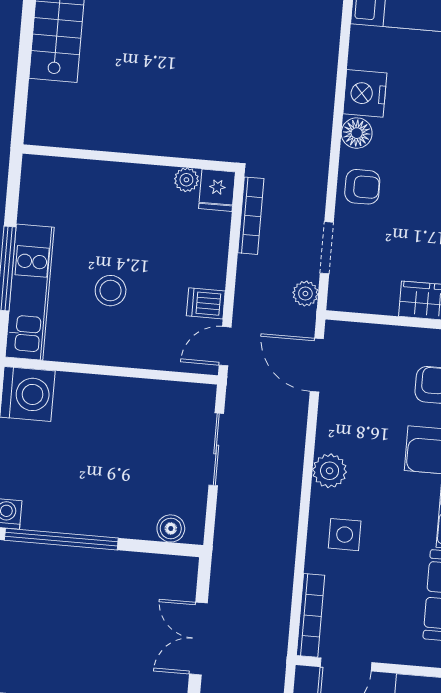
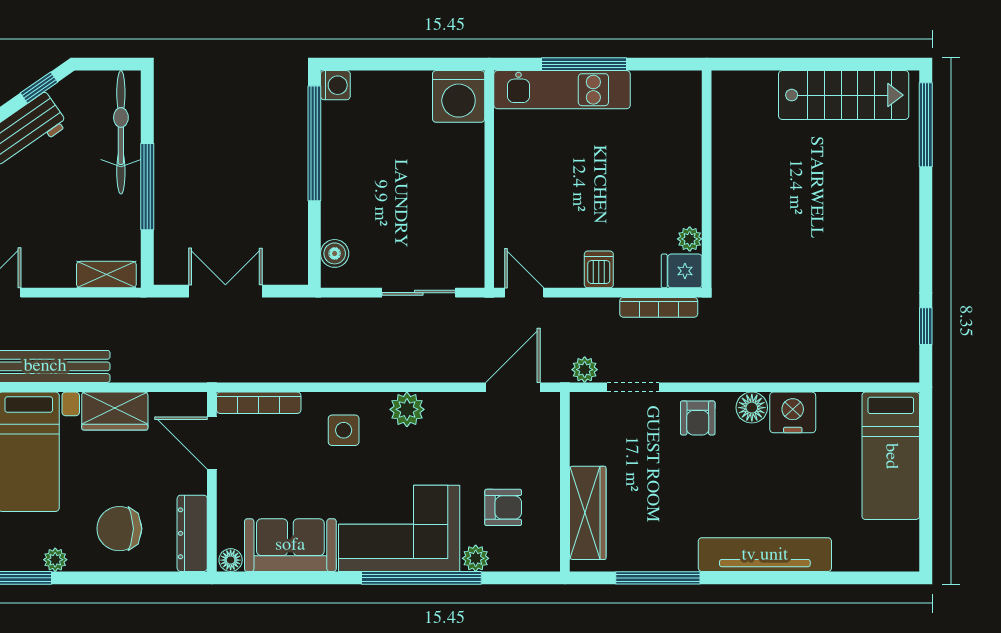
stool: (111, 291) -> (571, 172), removed
dishwasher: (206, 303) -> (599, 269), moved

